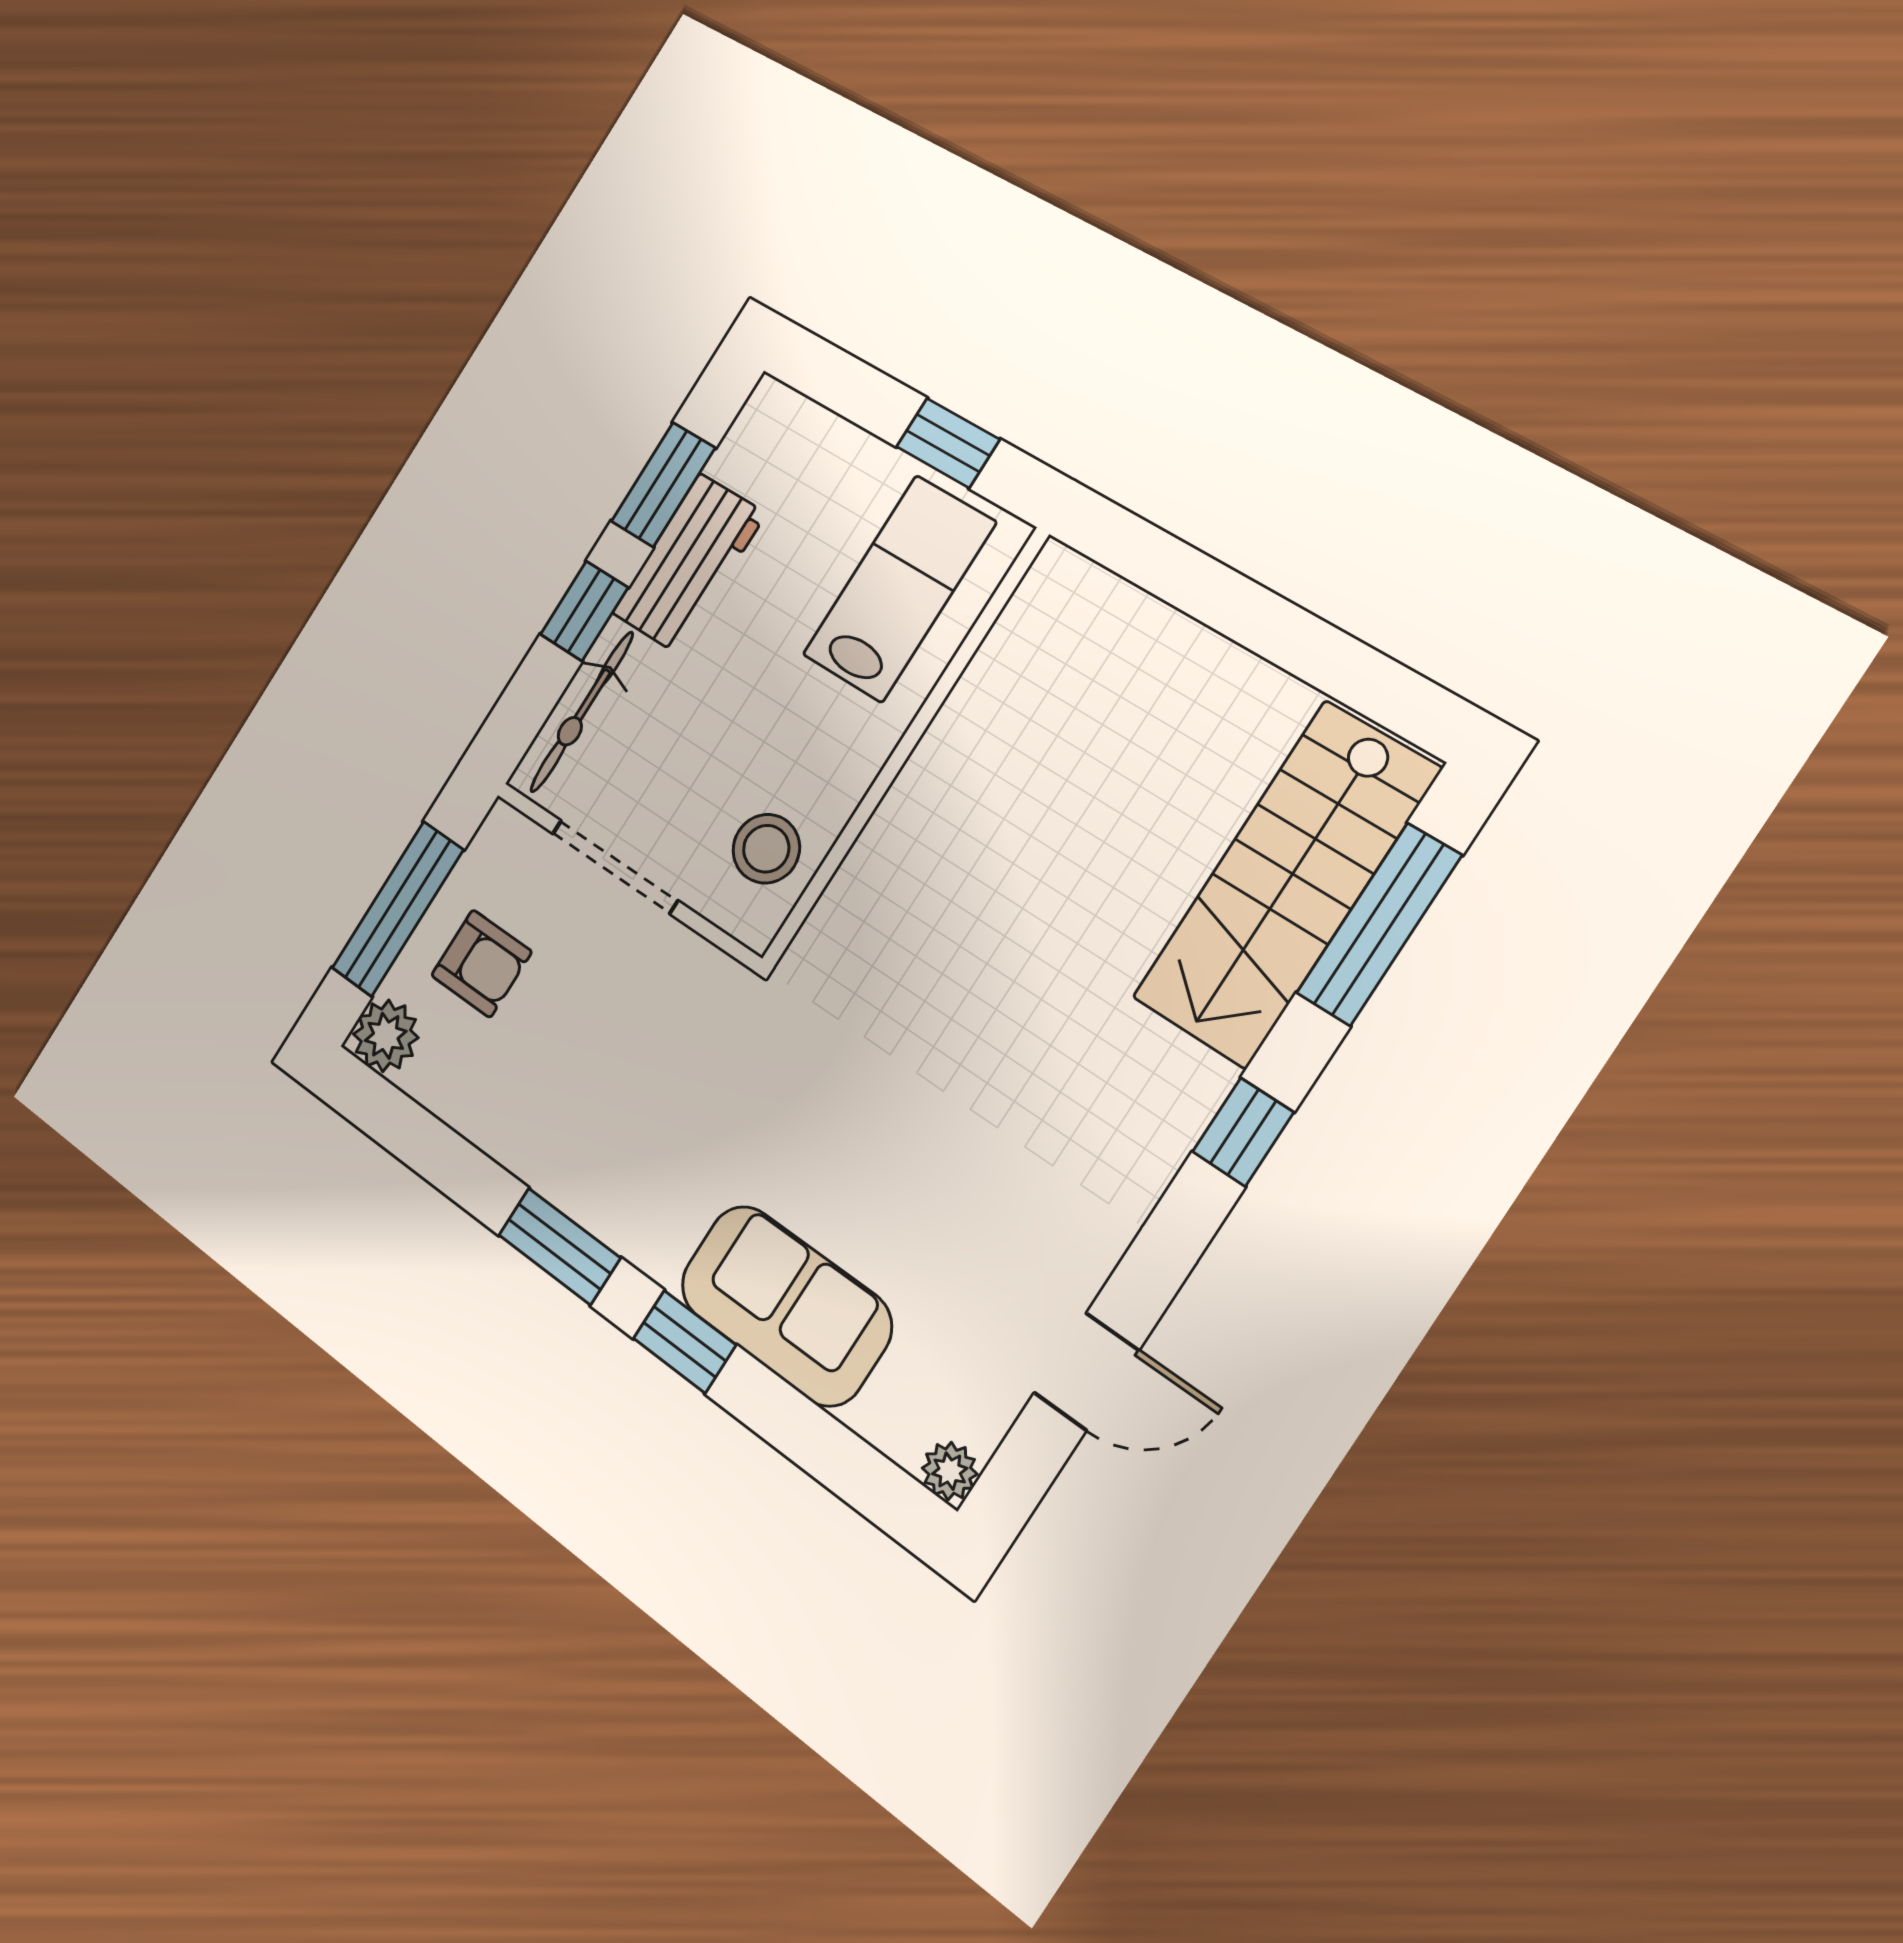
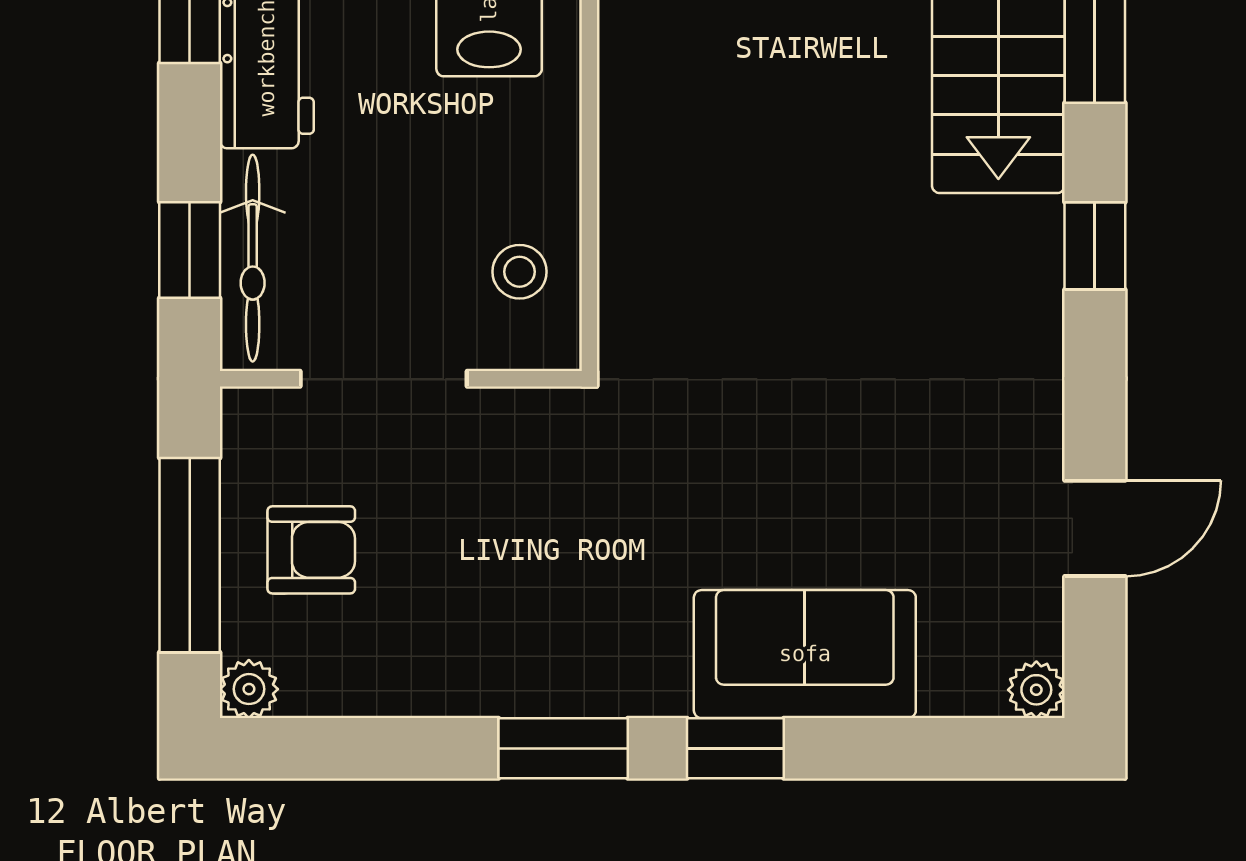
window: (584, 611) -> (190, 250), moved
stool: (766, 849) -> (520, 272), width x0.73, depth x0.73
plant: (386, 1036) -> (249, 689), width x0.73, depth x0.73

